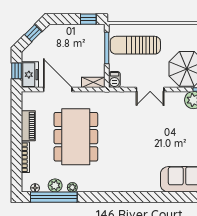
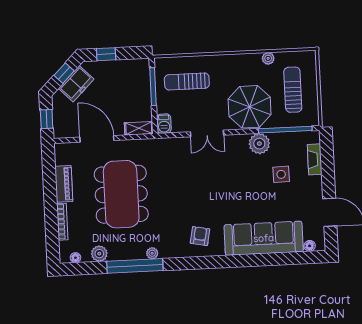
window: (88, 19) -> (106, 54), moved
sun lounger: (135, 45) -> (187, 82), width x0.73, depth x0.75
freezer: (30, 75) -> (76, 84), moved, turned 45
armchair: (140, 175) -> (200, 236), added
plant: (72, 187) -> (152, 253), moved
window: (54, 197) -> (135, 266), moved

